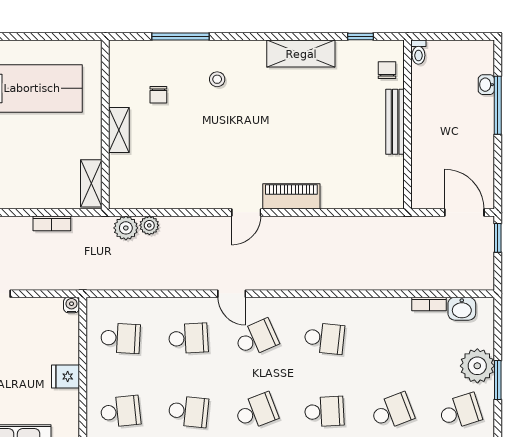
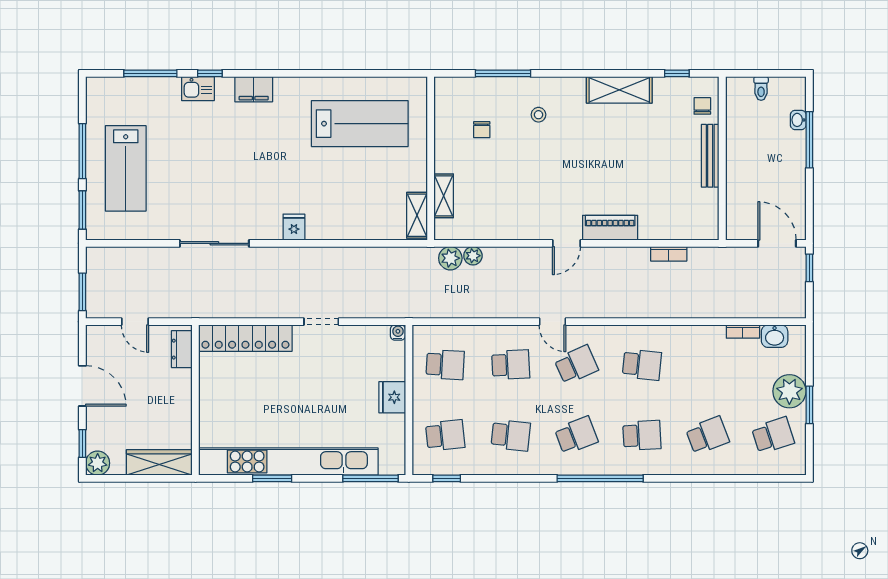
toilet: (418, 52) -> (761, 89), moved
shelving: (119, 130) -> (444, 196), moved
bookcase: (52, 223) -> (669, 254), moved
fridge: (66, 376) -> (392, 397), width x1.38

